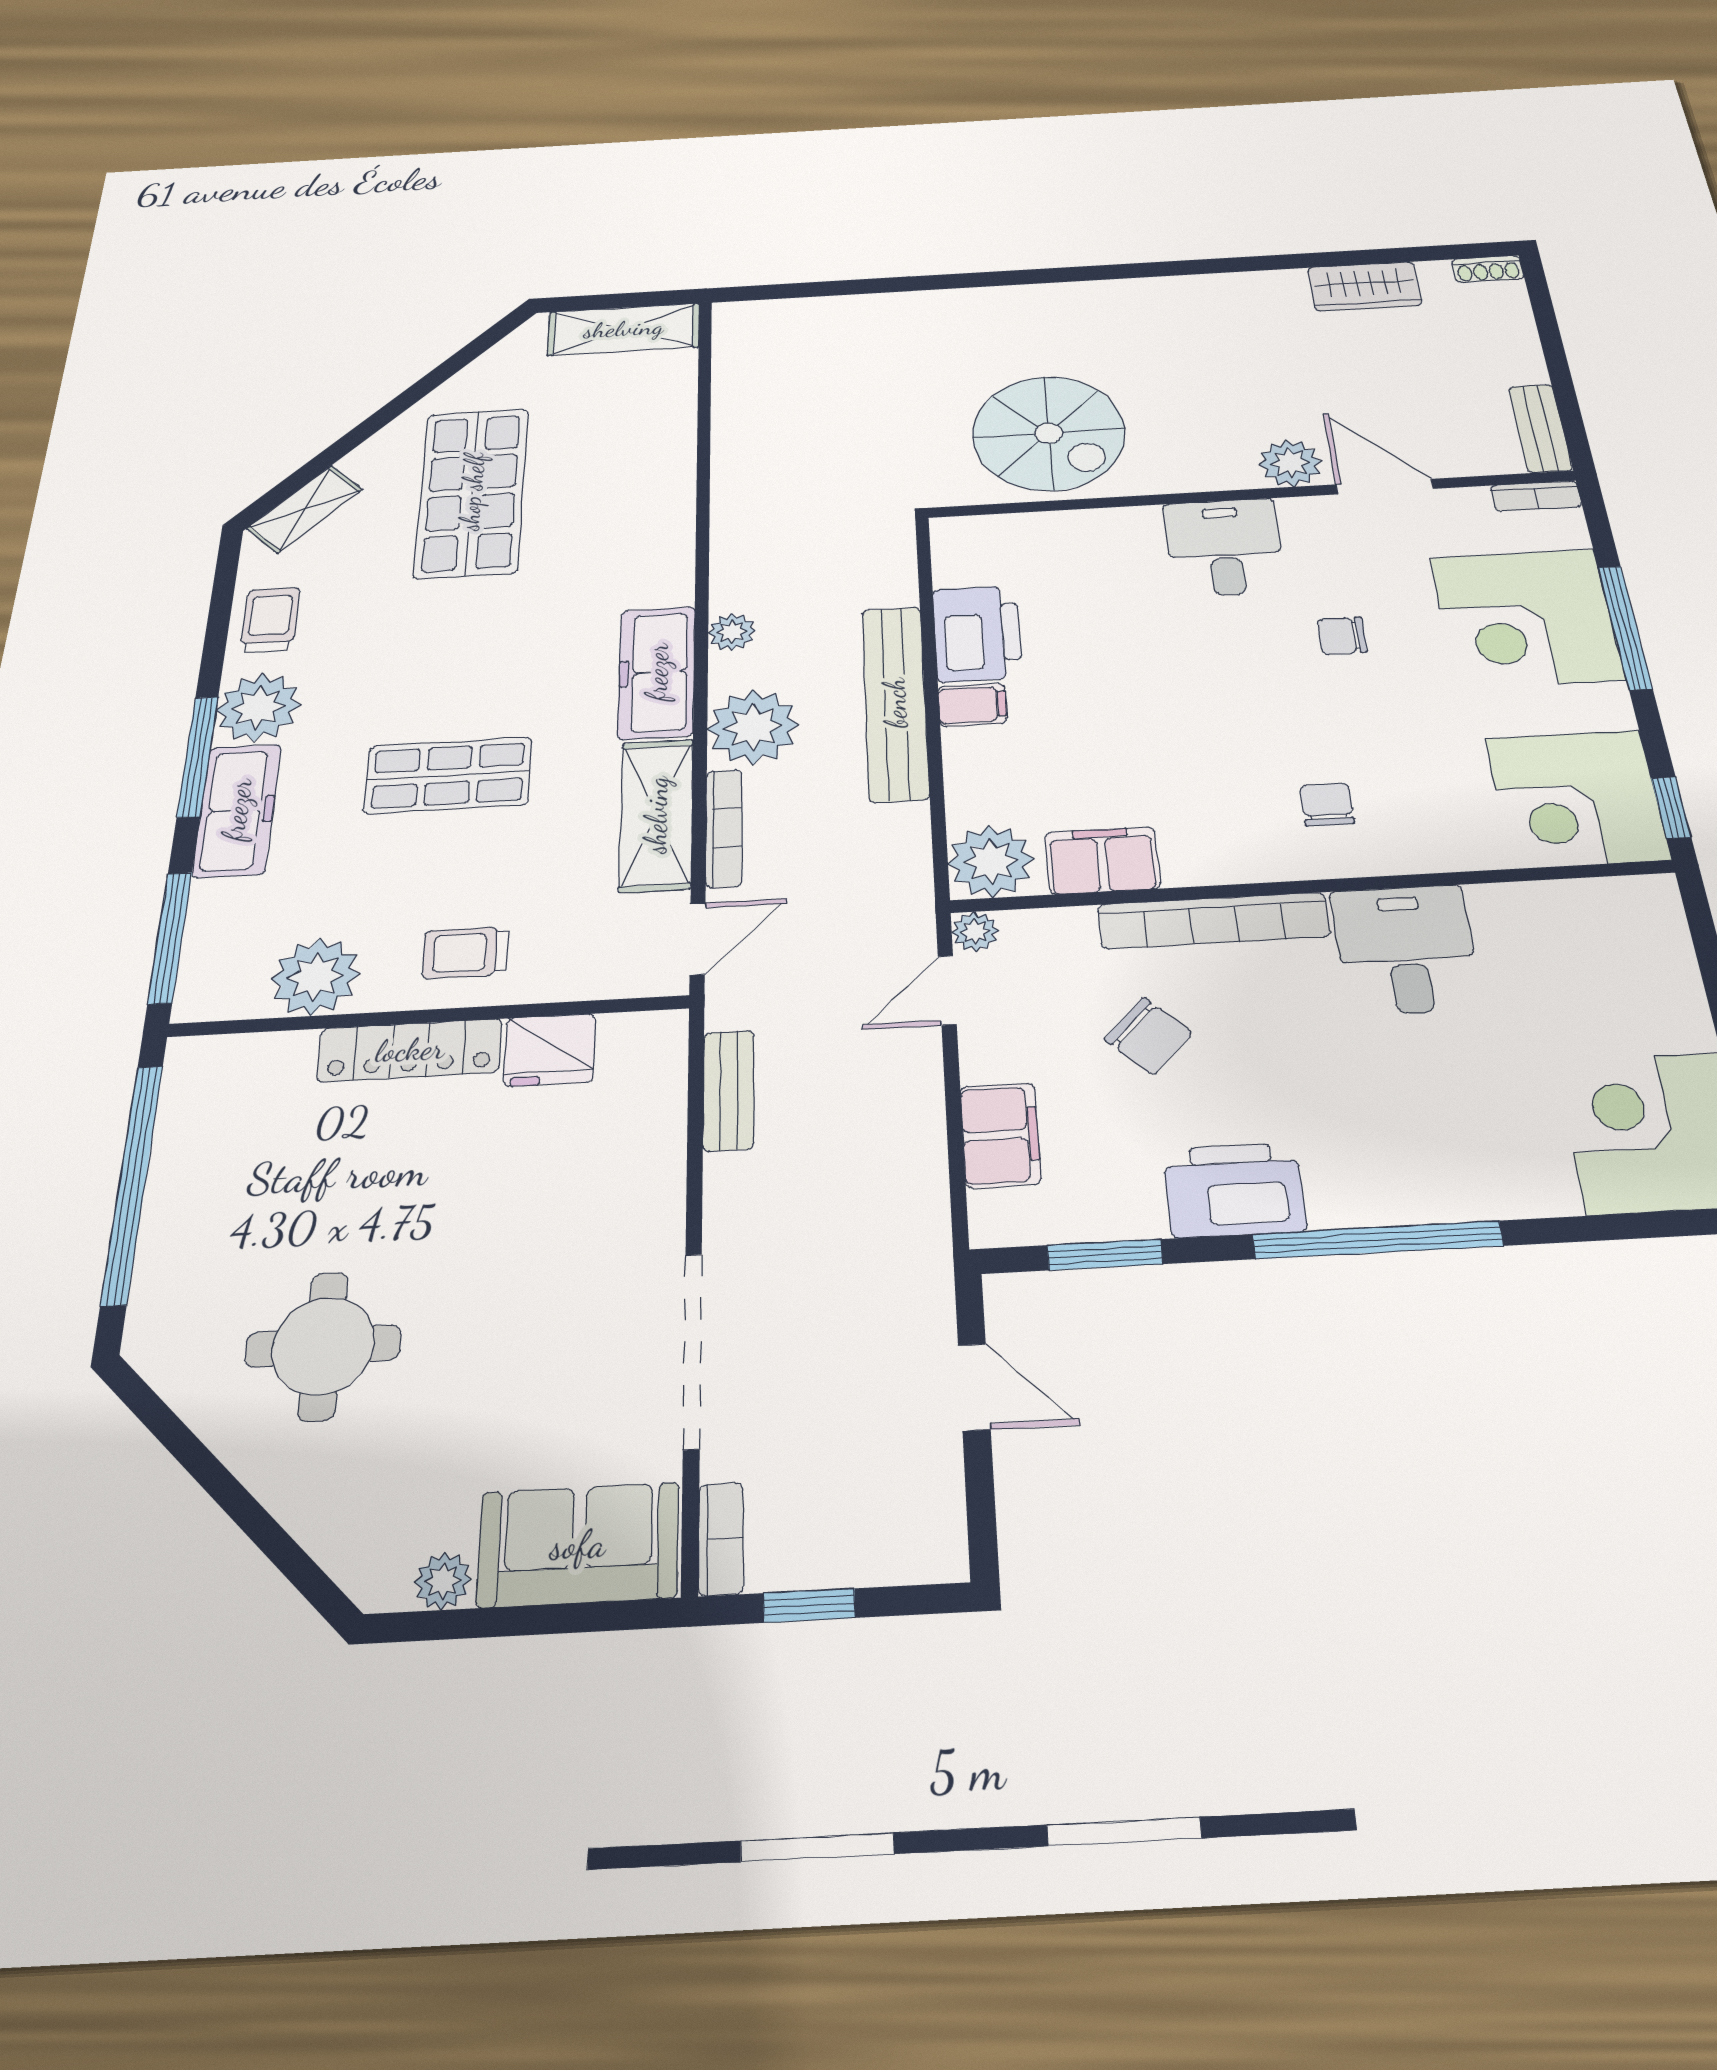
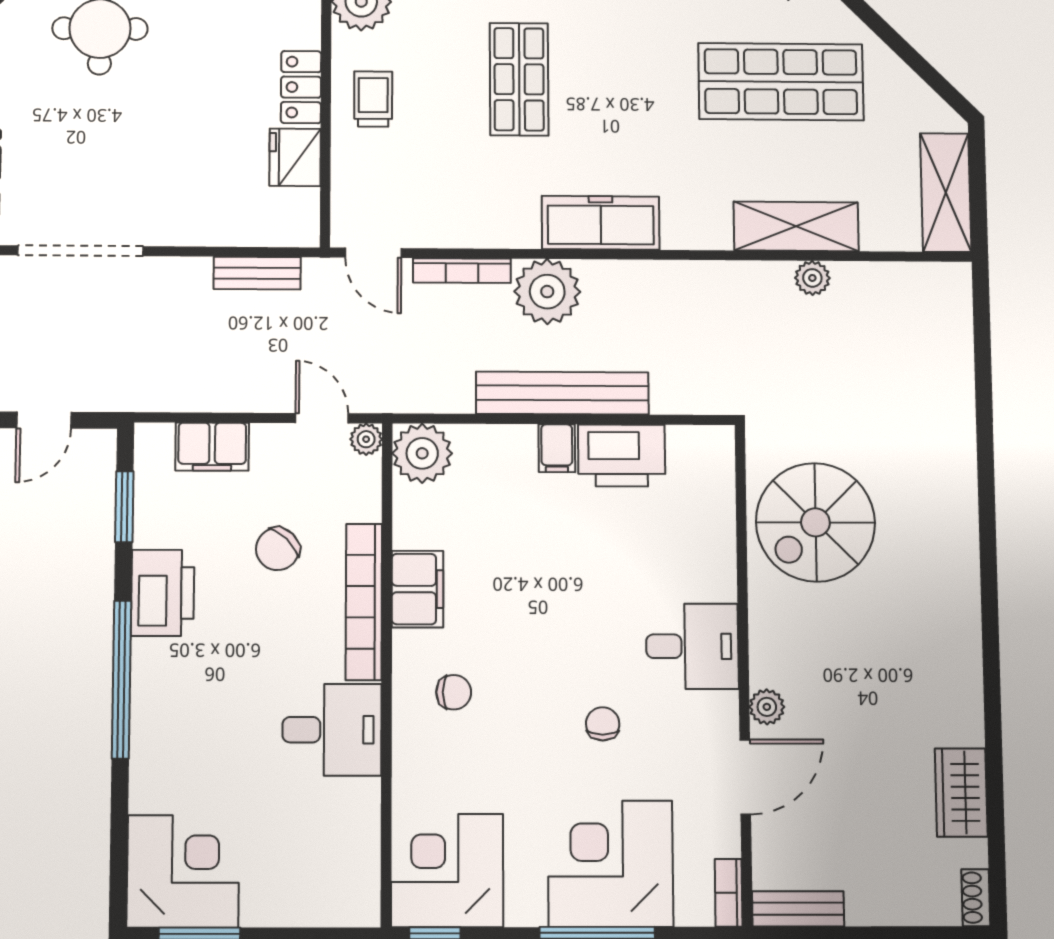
plant: (1290, 463) -> (767, 707), width x0.73, depth x0.73
plant: (732, 632) -> (812, 278), moved
shelving: (656, 815) -> (796, 226), moved
filing cabinet: (1102, 860) -> (418, 589), moved
locker: (410, 1050) -> (301, 87), width x0.66

